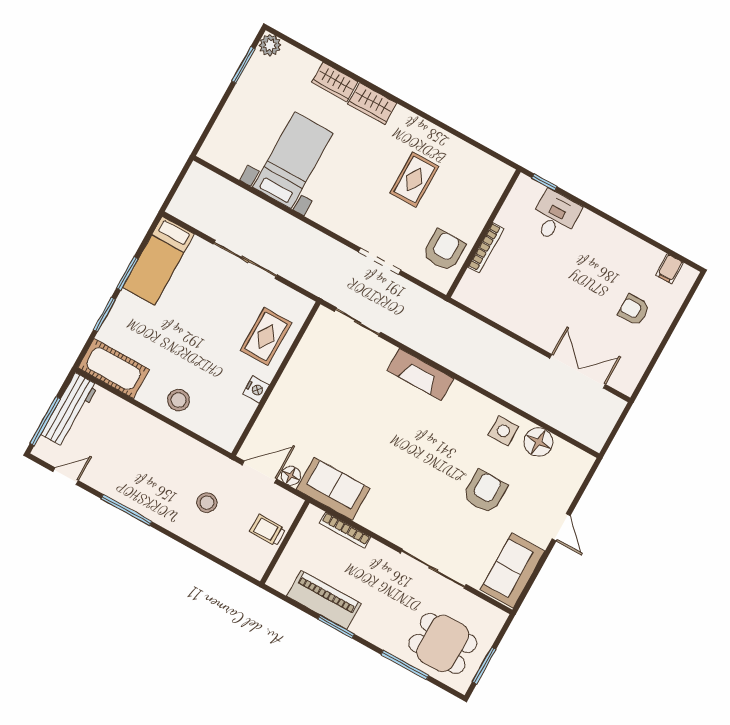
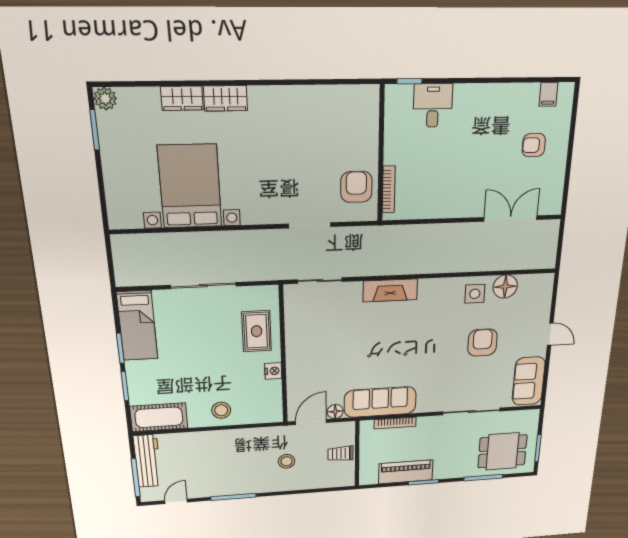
bed with nightstands: (293, 160) -> (190, 186), width x1.36
rug: (414, 180) -> (299, 143), removed
bookcase: (486, 248) -> (389, 189), moved
sofa: (333, 489) -> (380, 402), width x1.36

